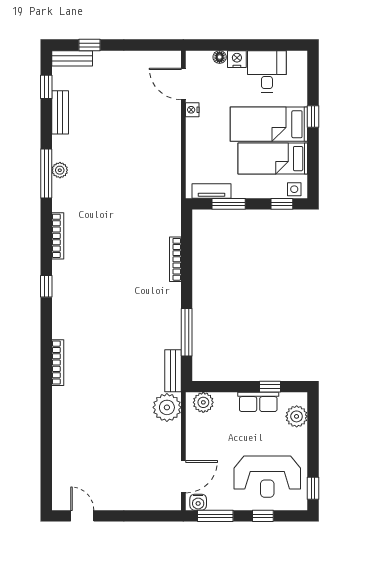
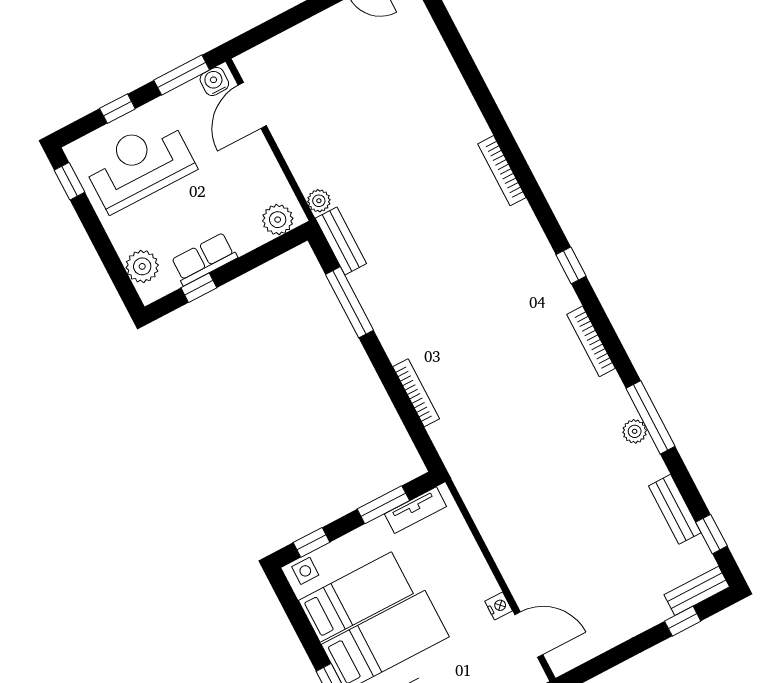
plant: (167, 407) -> (319, 201), width x0.53, depth x0.53

